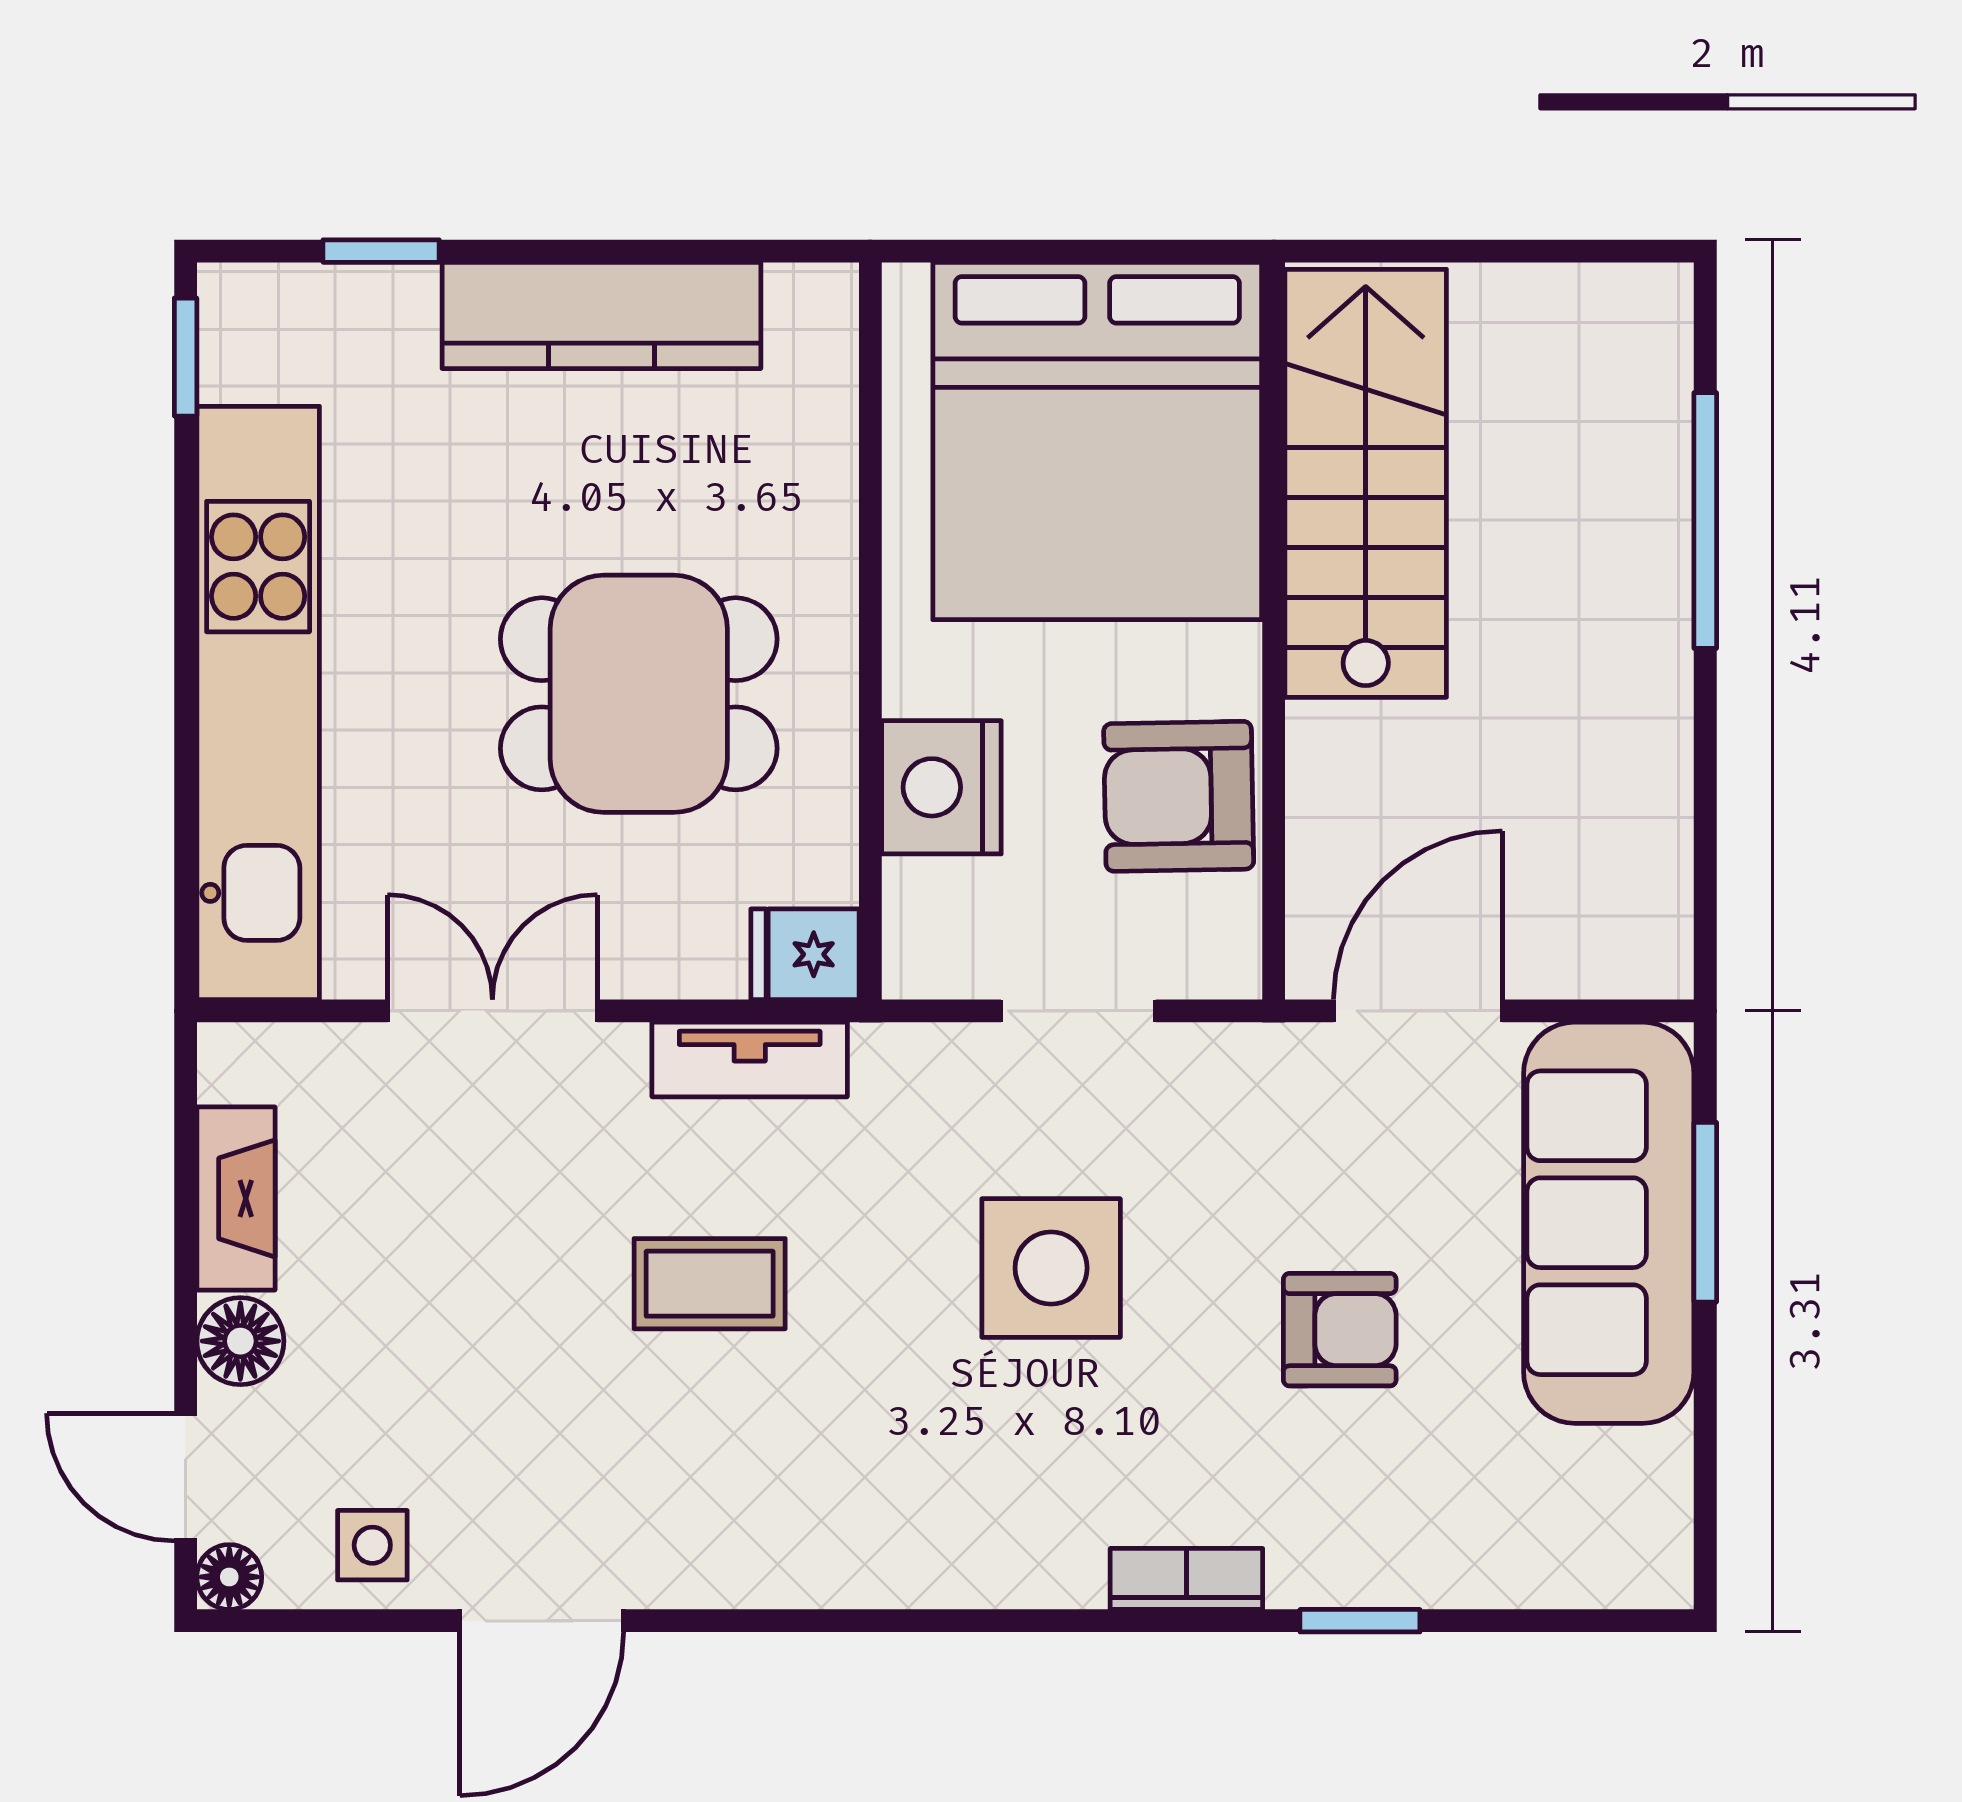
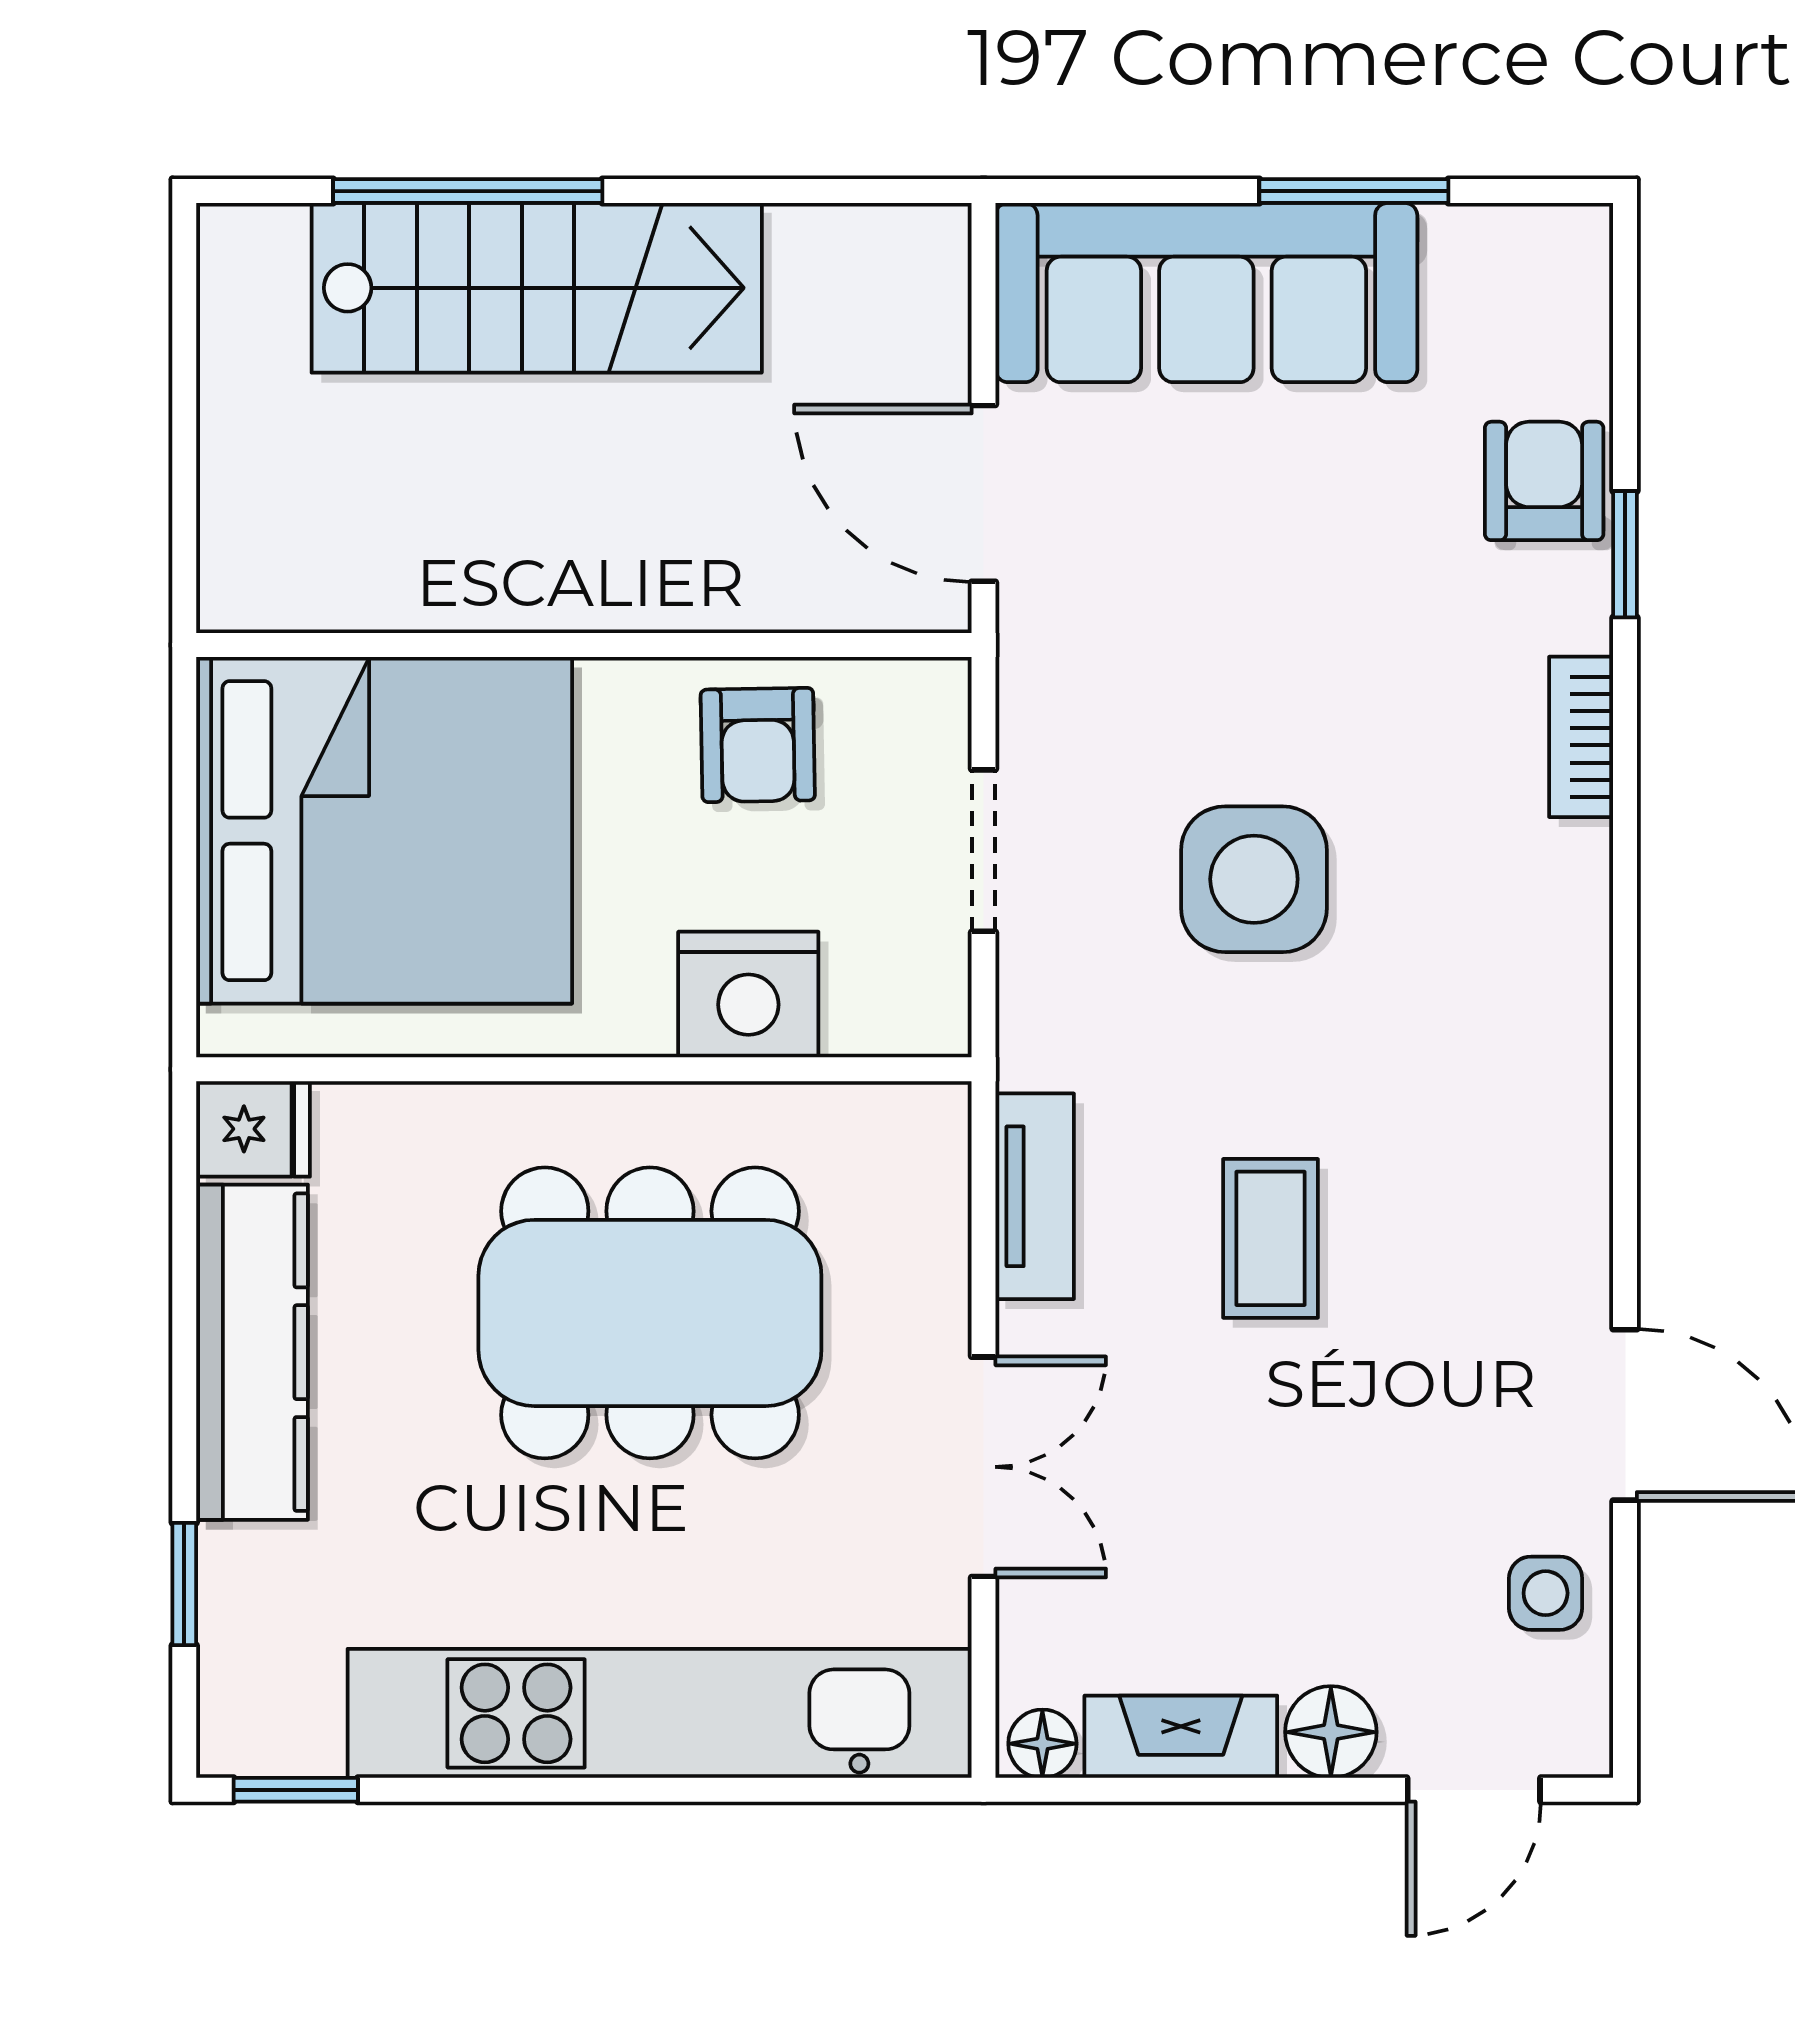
stairs: (1366, 483) -> (537, 288), moved, turned 180
dining table: (639, 694) -> (650, 1313), width x1.38
armchair: (1179, 796) -> (758, 745), width x0.72, depth x0.72
fridge: (805, 954) -> (253, 1129), moved, turned -90
double door: (492, 1011) -> (984, 1467), swing flipped
window: (1705, 1212) -> (1354, 191), moved
armchair: (1340, 1330) -> (1544, 481), moved
floor lamp: (229, 1577) -> (1042, 1744), moved

